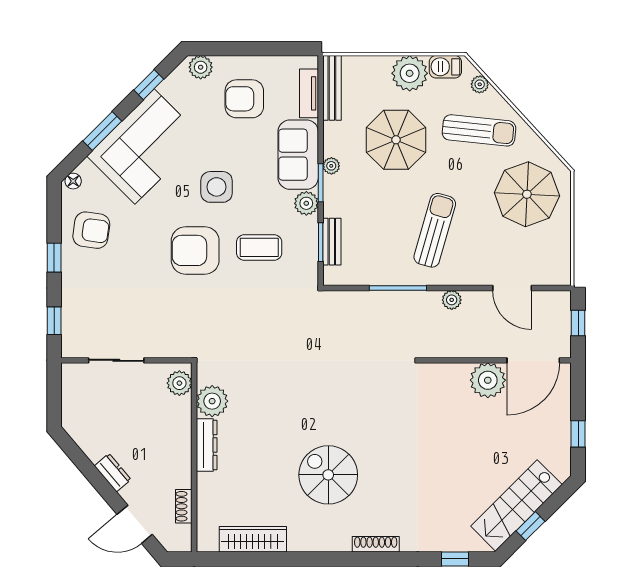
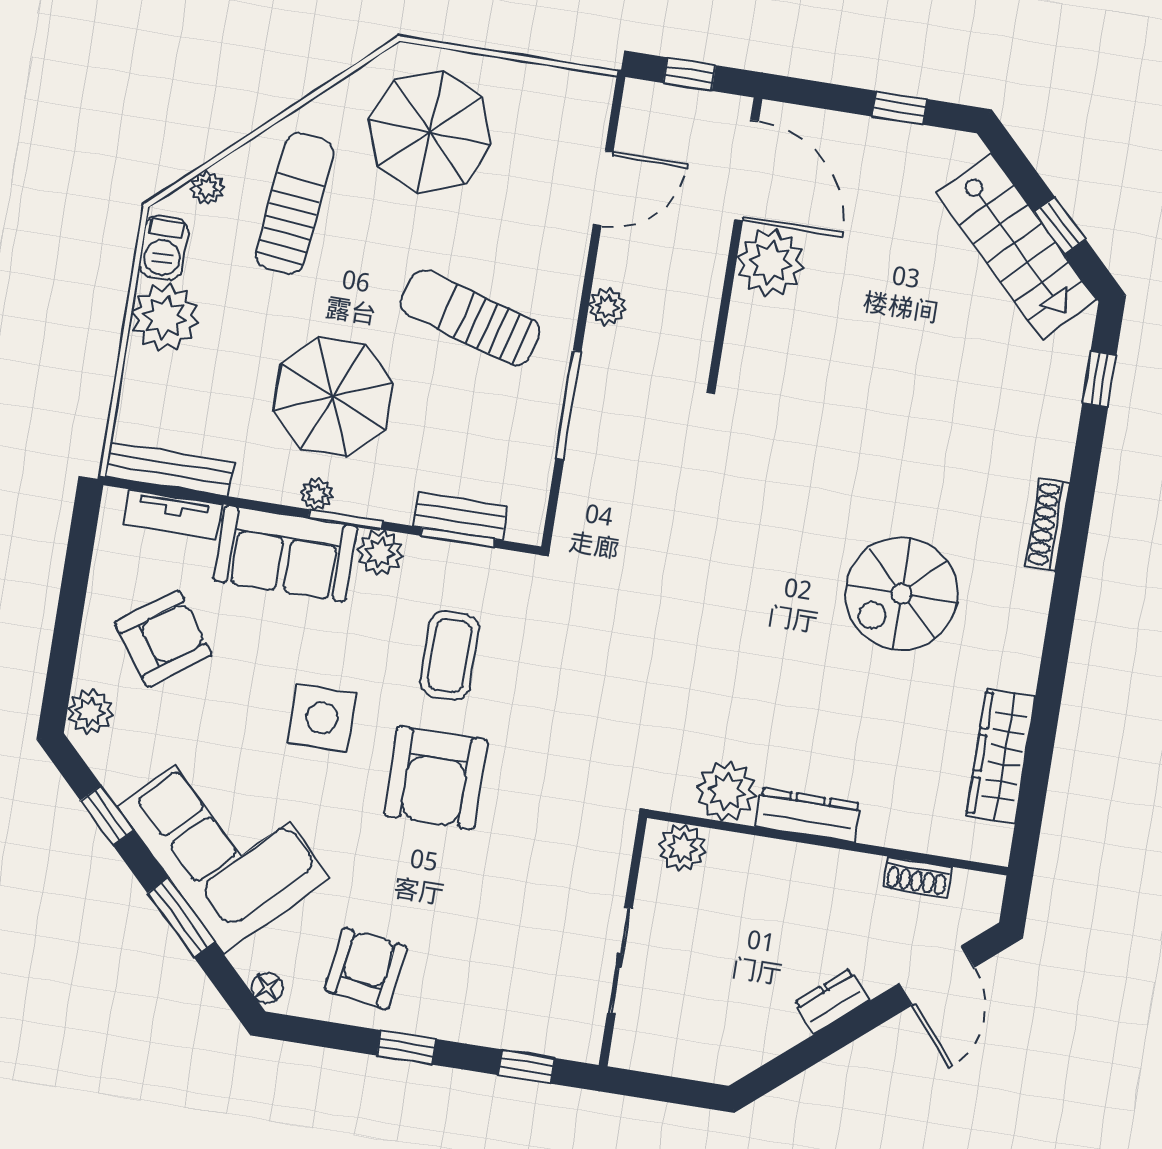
armchair: (244, 99) -> (163, 639), turned -126
parasol: (396, 140) -> (333, 397), moved

